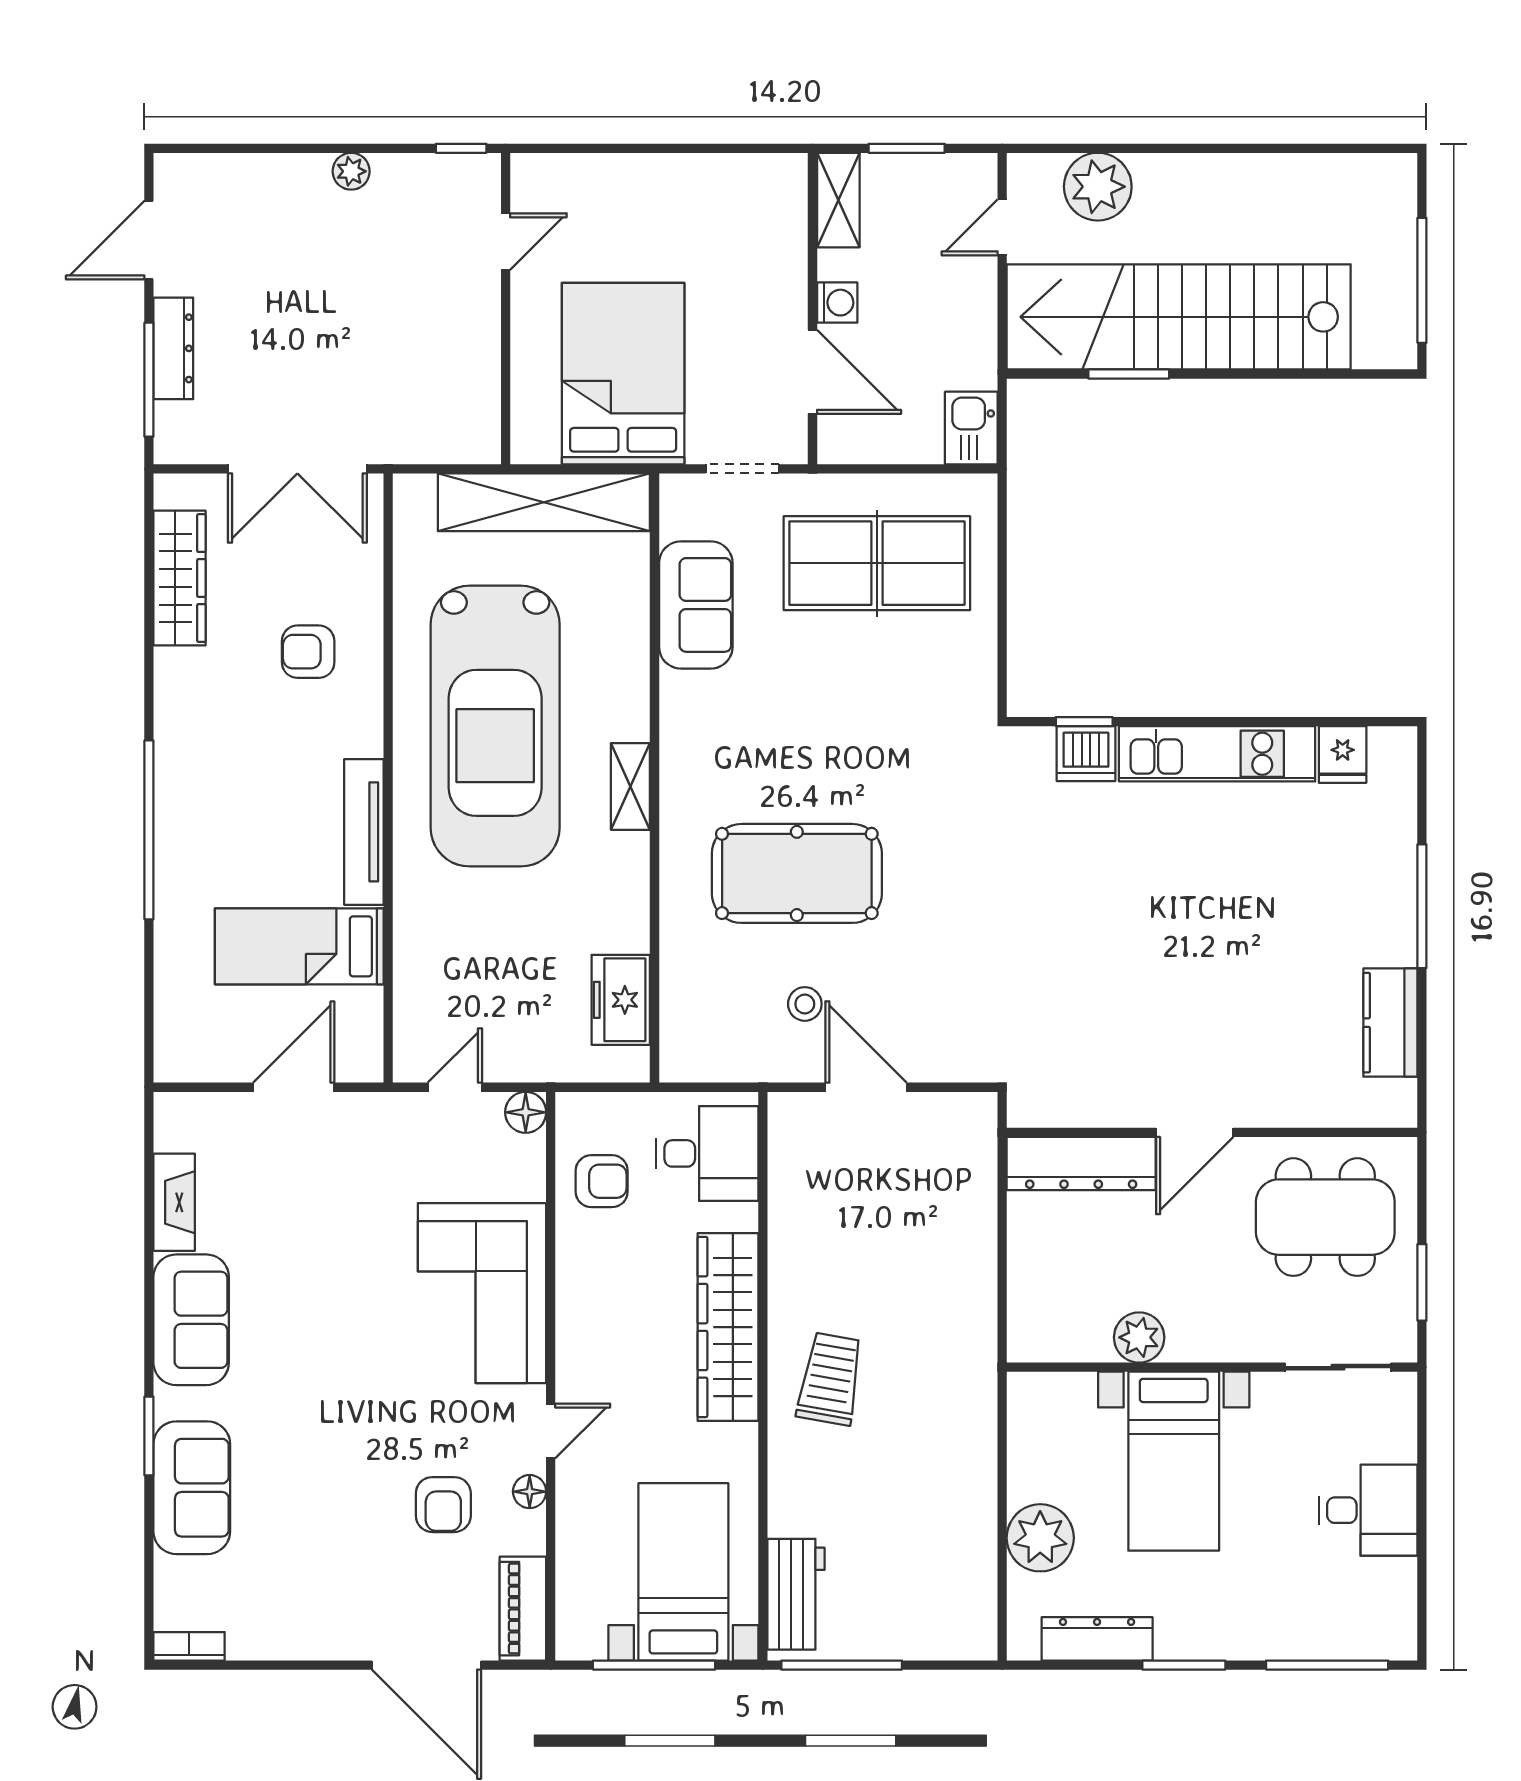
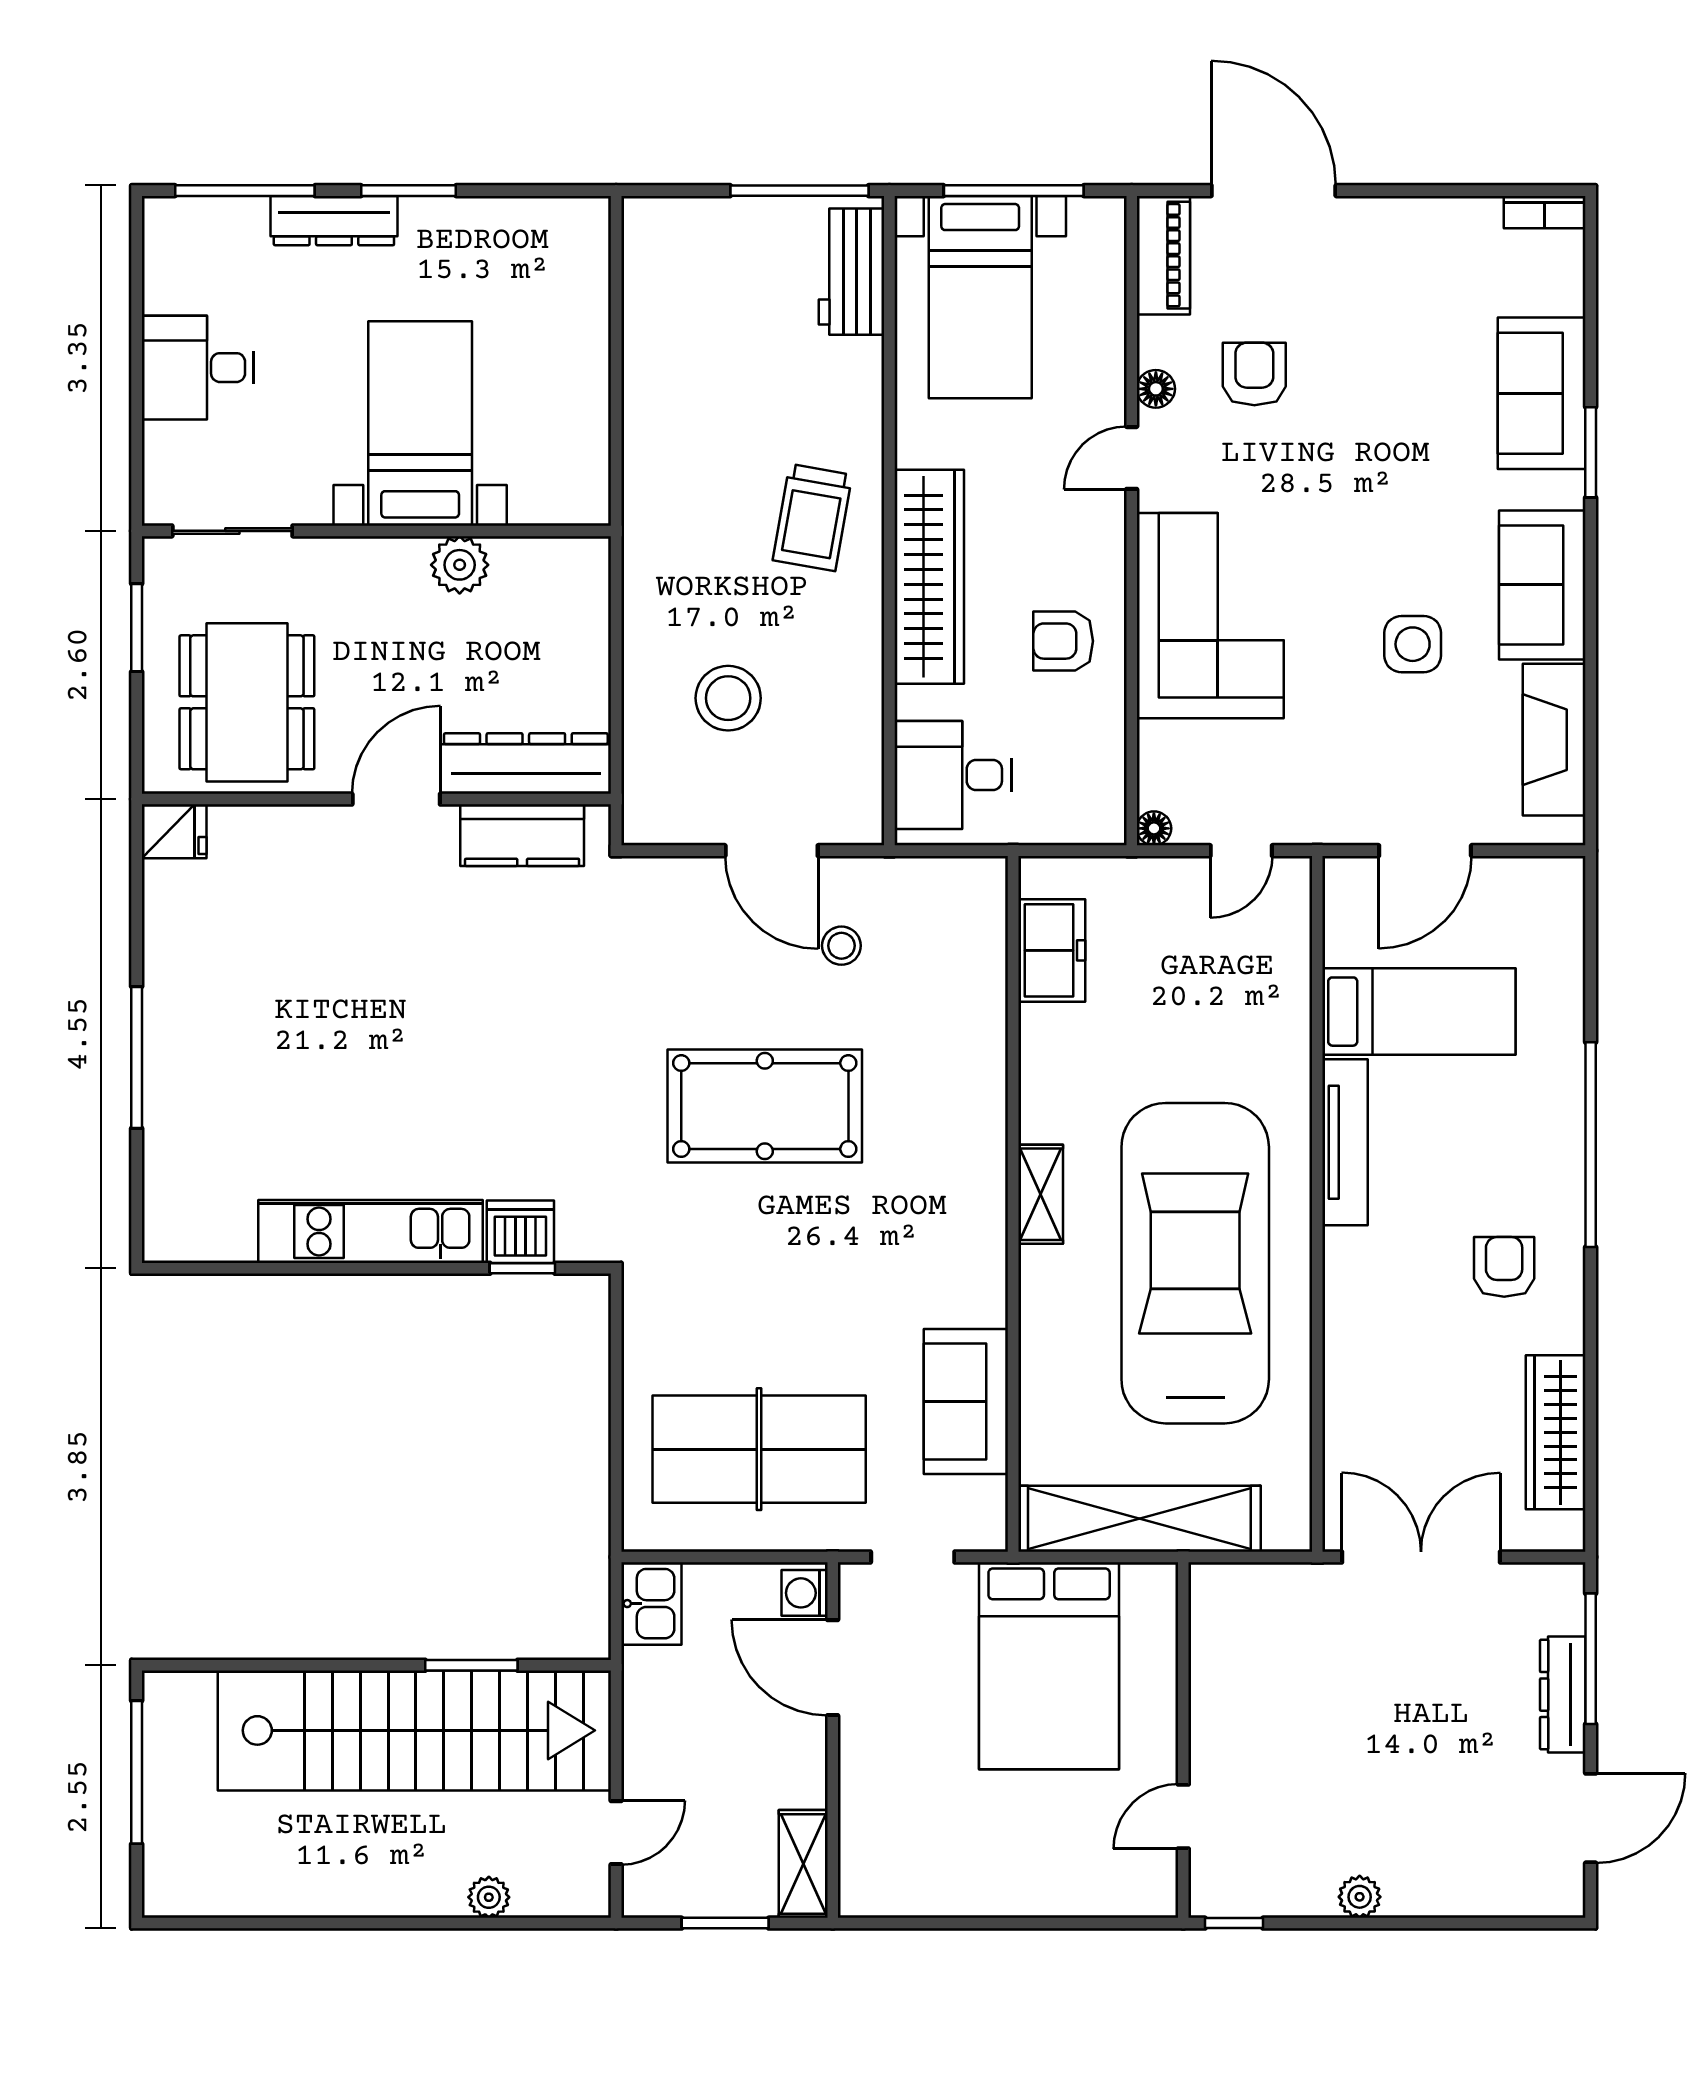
plant: (1098, 187) -> (489, 1897), width x0.53, depth x0.53
washing machine: (837, 303) -> (805, 1593), moved
armchair: (308, 652) -> (1504, 1267), moved, turned -90
fridge: (1343, 754) -> (174, 831), moved, turned 90
pool table: (797, 873) -> (765, 1106), moved
kitchen counter: (1390, 1023) -> (522, 835), moved, turned 90
floor lamp: (526, 1112) -> (1154, 828), width x0.73, depth x0.73
armchair: (602, 1181) -> (1063, 641), moved
fireplace: (174, 1202) -> (1554, 740), width x1.37, depth x1.32
dining table: (1325, 1217) -> (247, 702), turned 90
stool: (904, 1221) -> (728, 698), added
side table: (305, 1268) -> (1413, 644), added
plant: (1040, 1538) -> (573, 336), removed
dresser: (1097, 1639) -> (334, 221), moved

